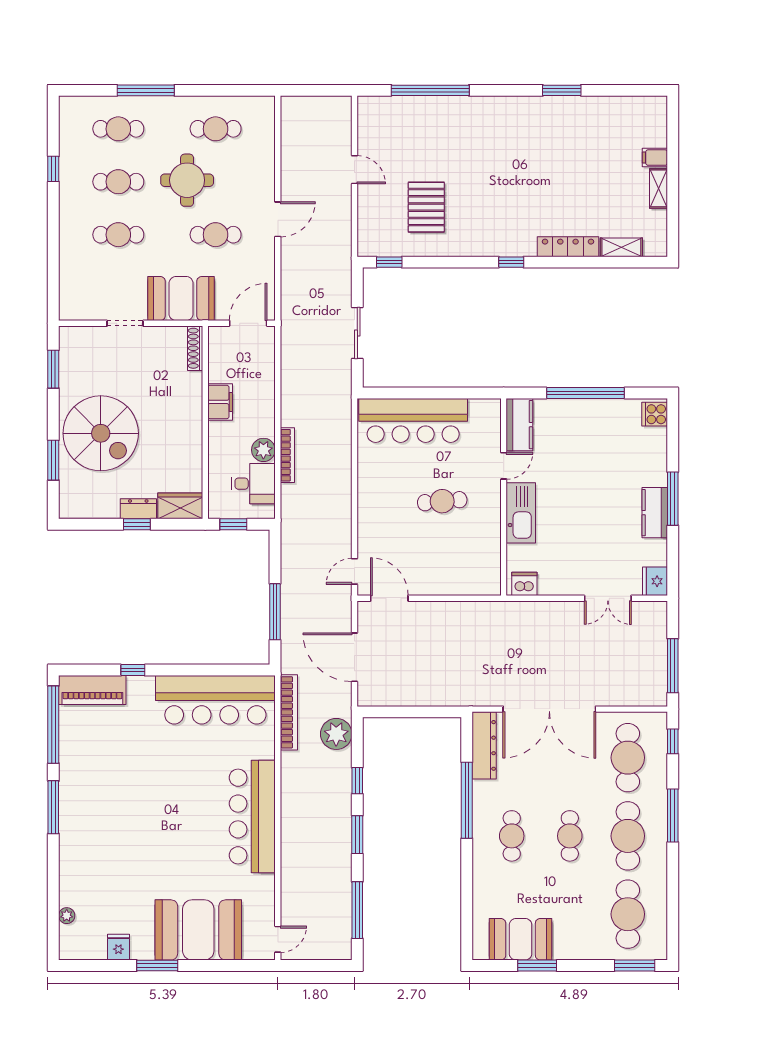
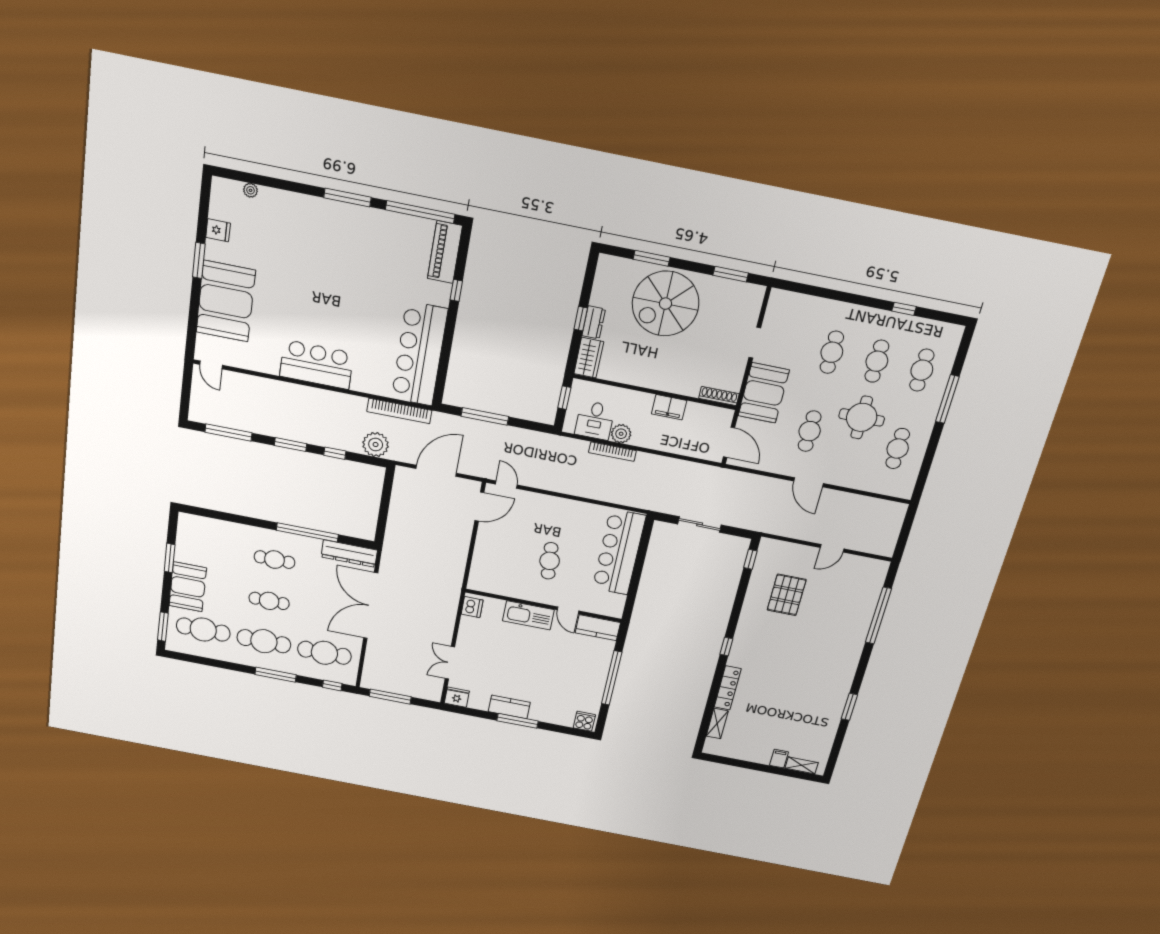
shelving: (658, 188) -> (802, 765), moved
pallet: (426, 207) -> (787, 595), turned 90
bar counter: (252, 816) -> (317, 365), width x0.73
booth: (521, 939) -> (188, 587), moved

